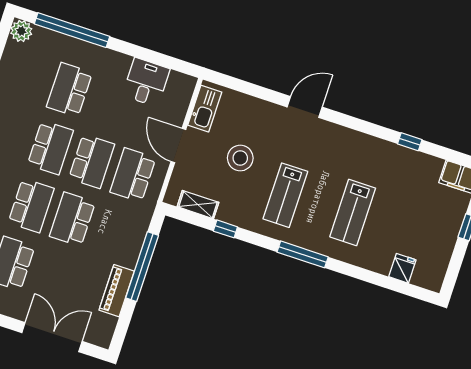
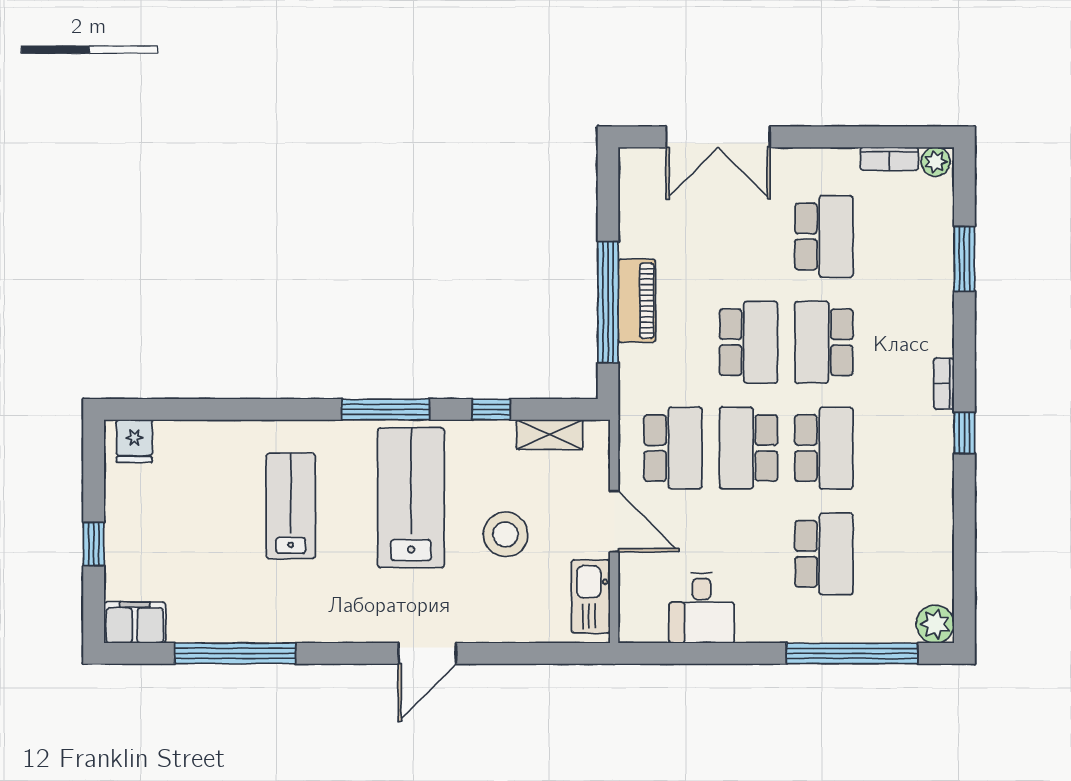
window: (410, 142) -> (235, 653), width x3.17
school desk: (50, 148) -> (824, 448), turned 180
lab bench: (285, 195) -> (411, 498), width x1.36, depth x1.39
window: (303, 254) -> (386, 409), moved
fridge: (402, 268) -> (134, 441), moved
piano: (117, 291) -> (637, 301), moved

